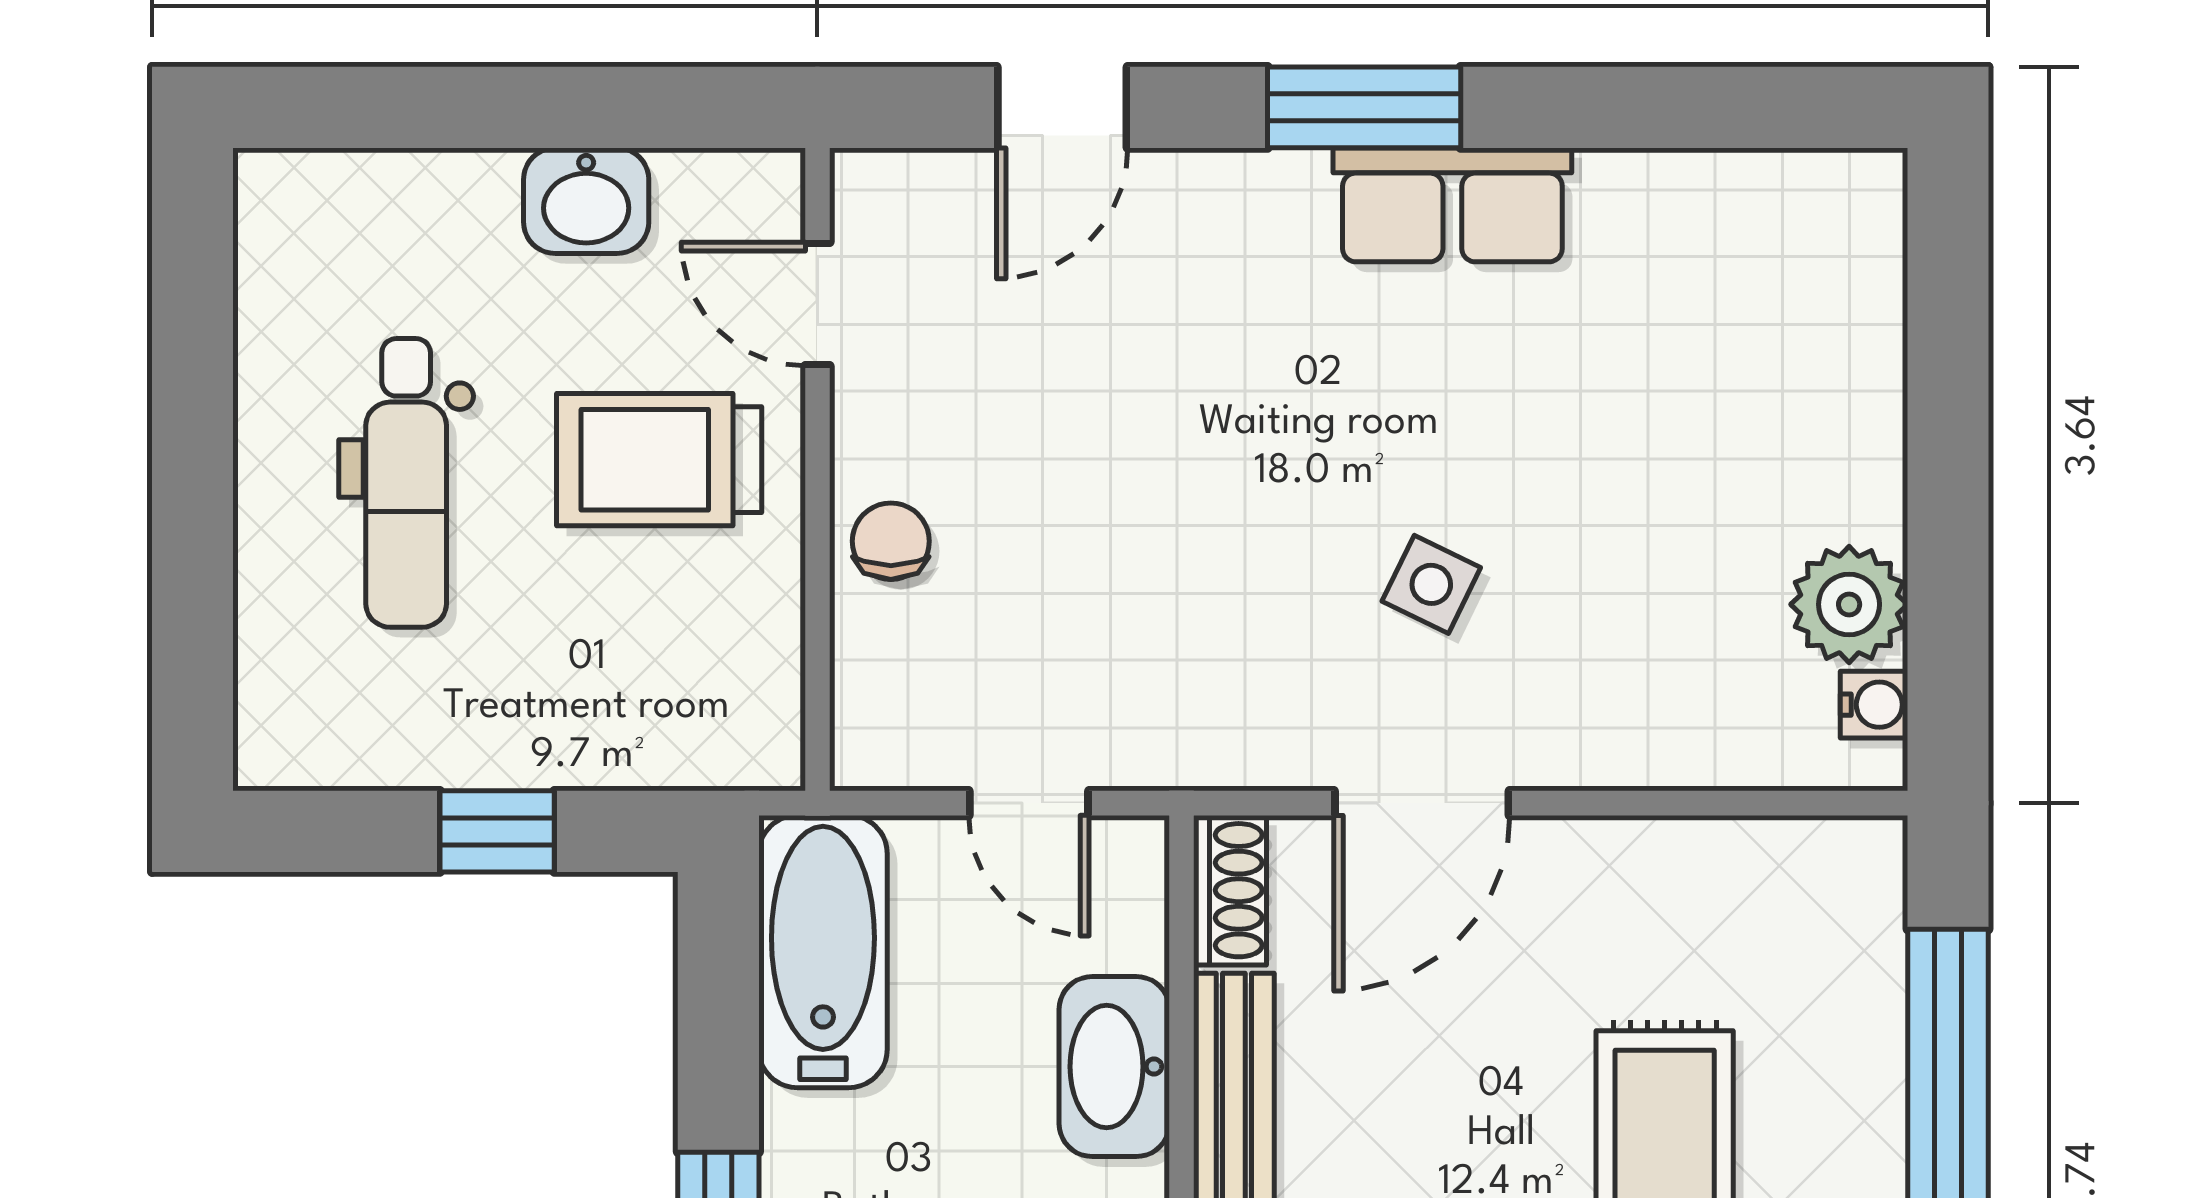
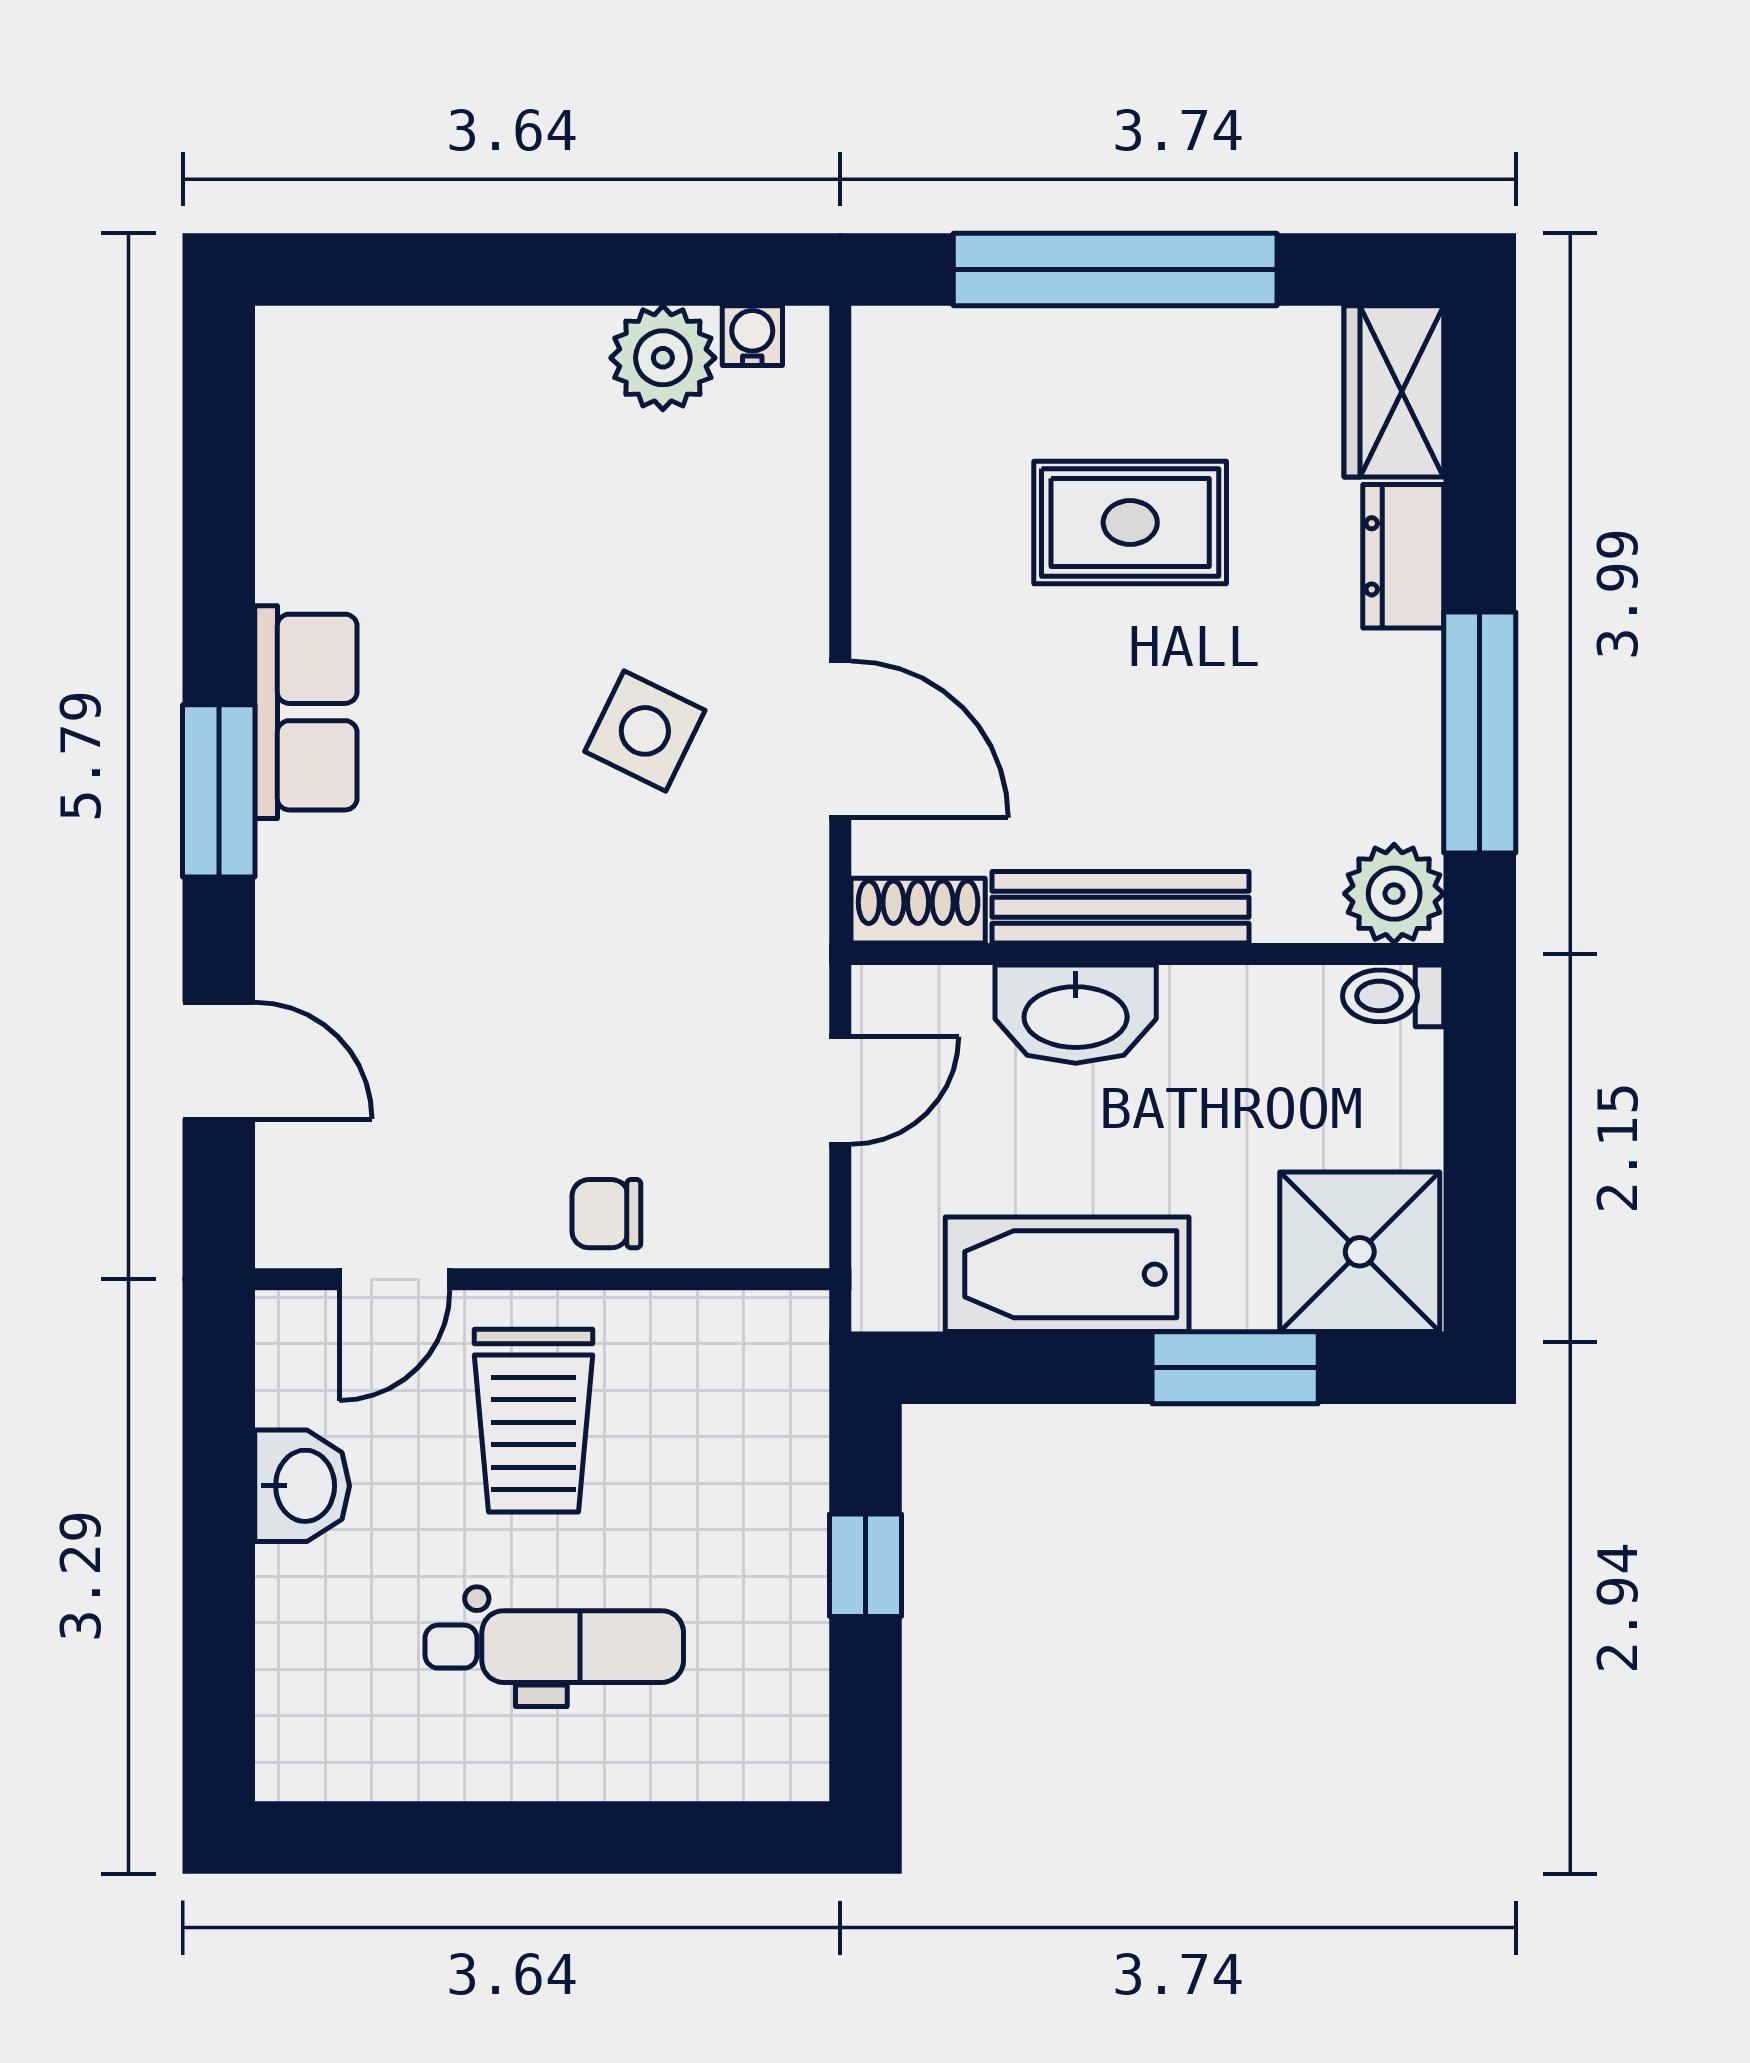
side table: (1431, 584) -> (645, 731), width x1.37, depth x1.37
bathtub: (823, 952) -> (1067, 1274), moved

